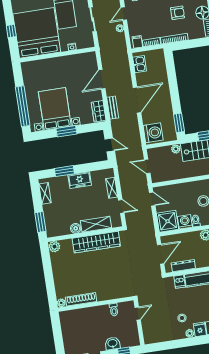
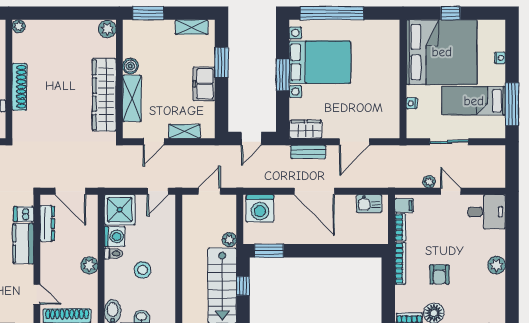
door: (102, 79) -> (355, 142), swing flipped
shoe rack: (81, 299) -> (19, 87), moved

